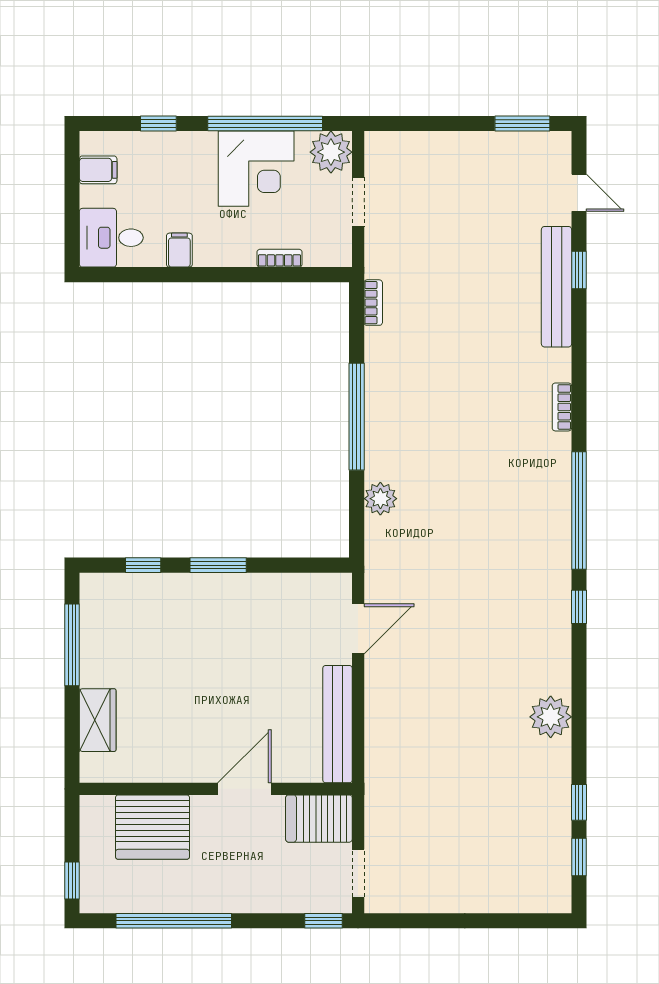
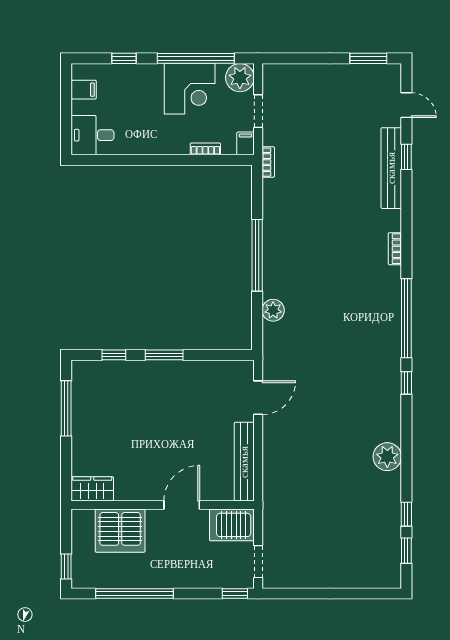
filing cabinet: (179, 250) -> (246, 143), moved
bookcase: (373, 303) -> (268, 162), moved
wardrobe: (98, 720) -> (92, 489), moved, turned -90

